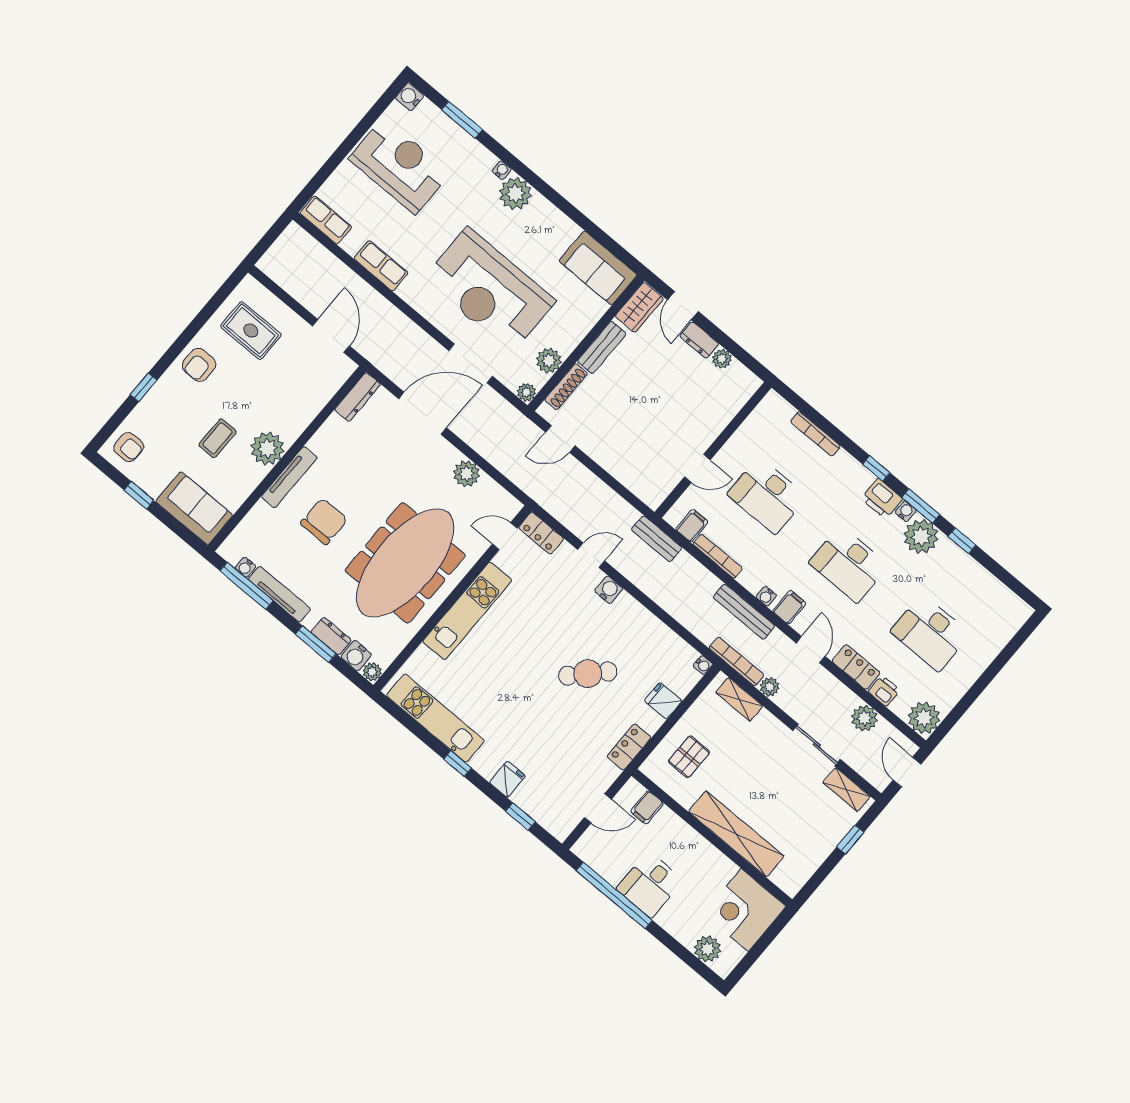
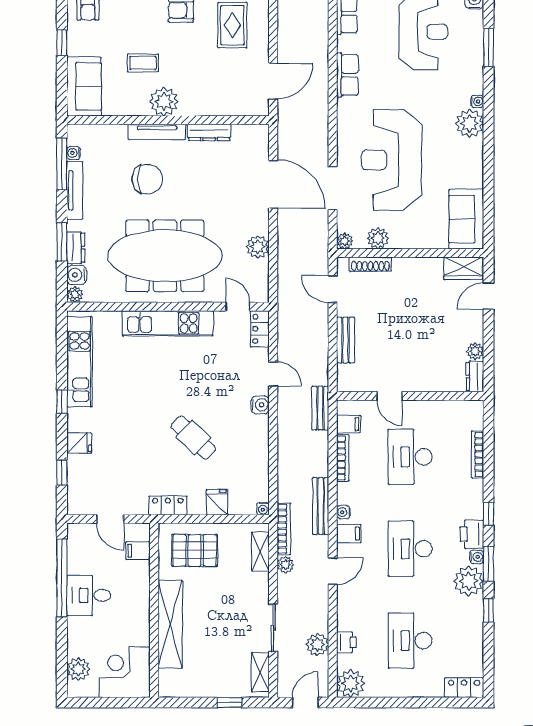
dresser: (699, 340) -> (475, 376), moved
bench: (602, 347) -> (345, 340), moved, turned 90
dresser: (358, 397) -> (209, 132), moved
locker: (856, 667) -> (464, 688), moved, turned -90
pallet: (689, 757) -> (195, 550), width x1.50, depth x1.42

